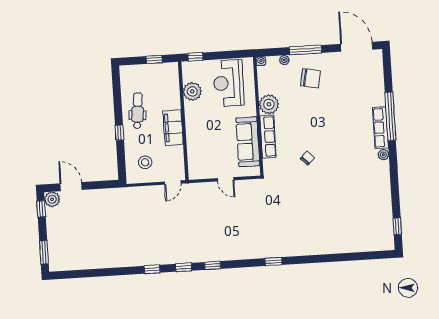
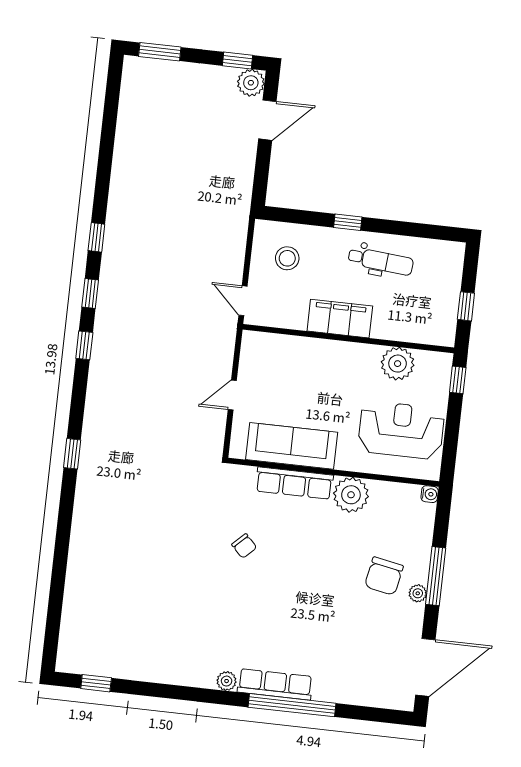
plant: (284, 60) -> (418, 593), moved

